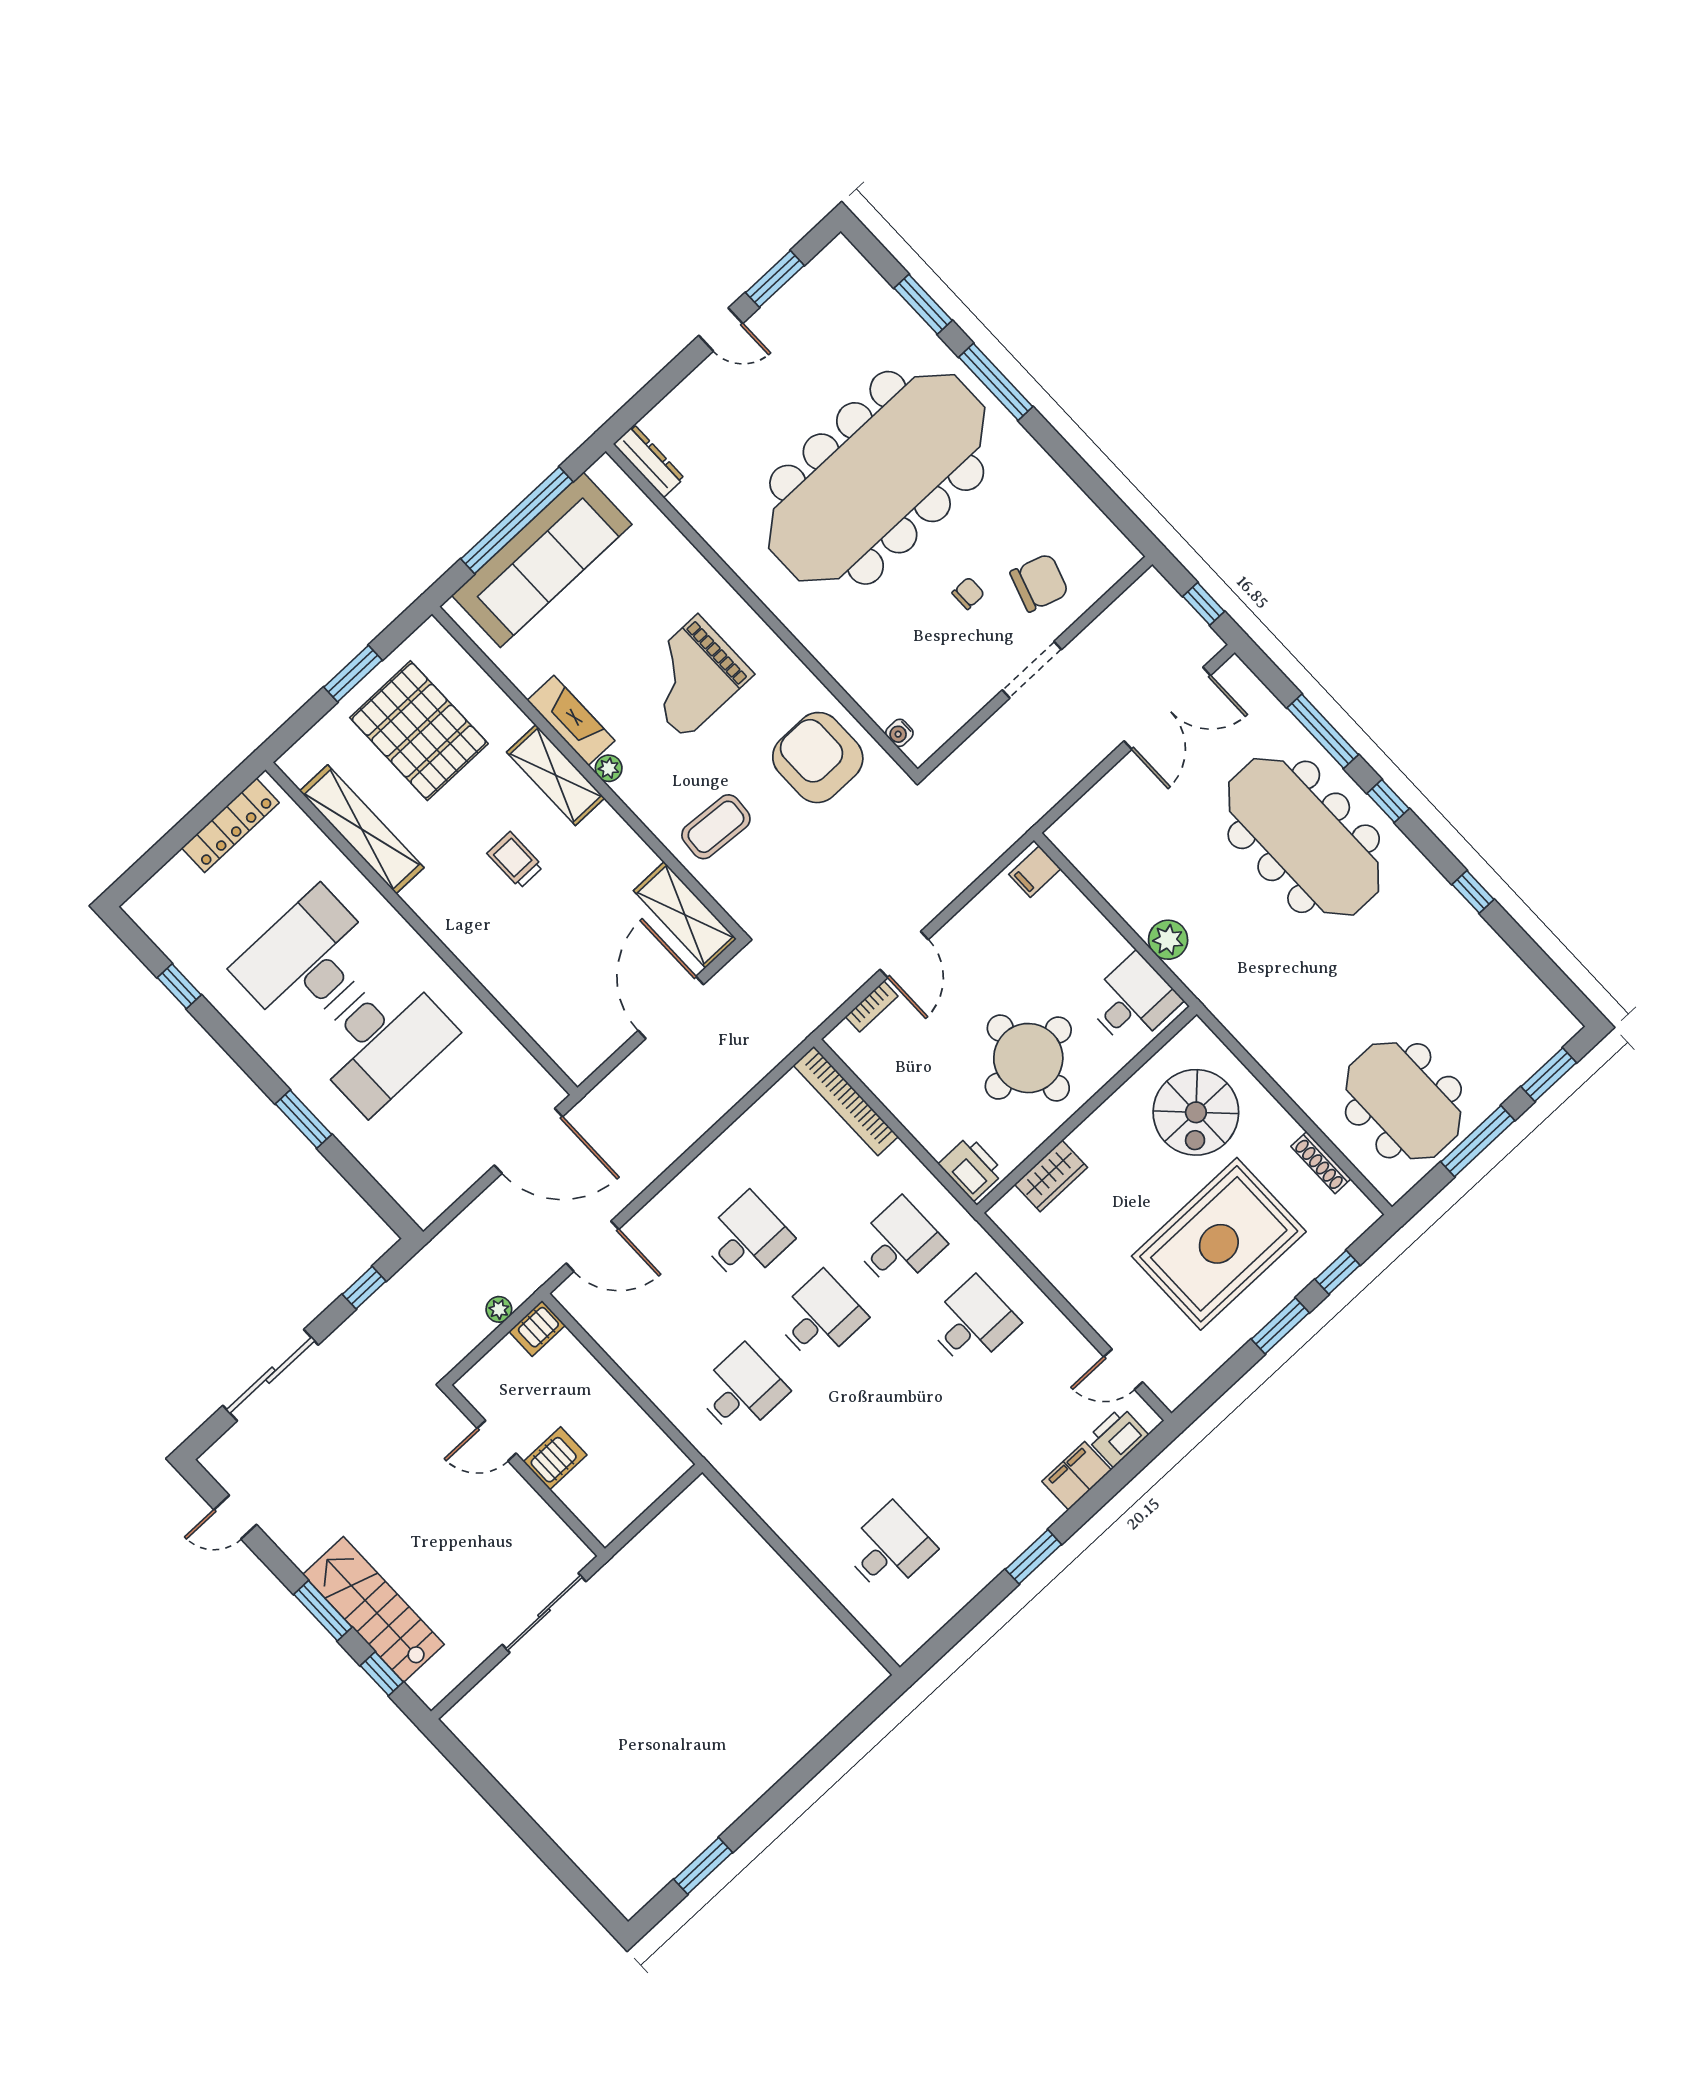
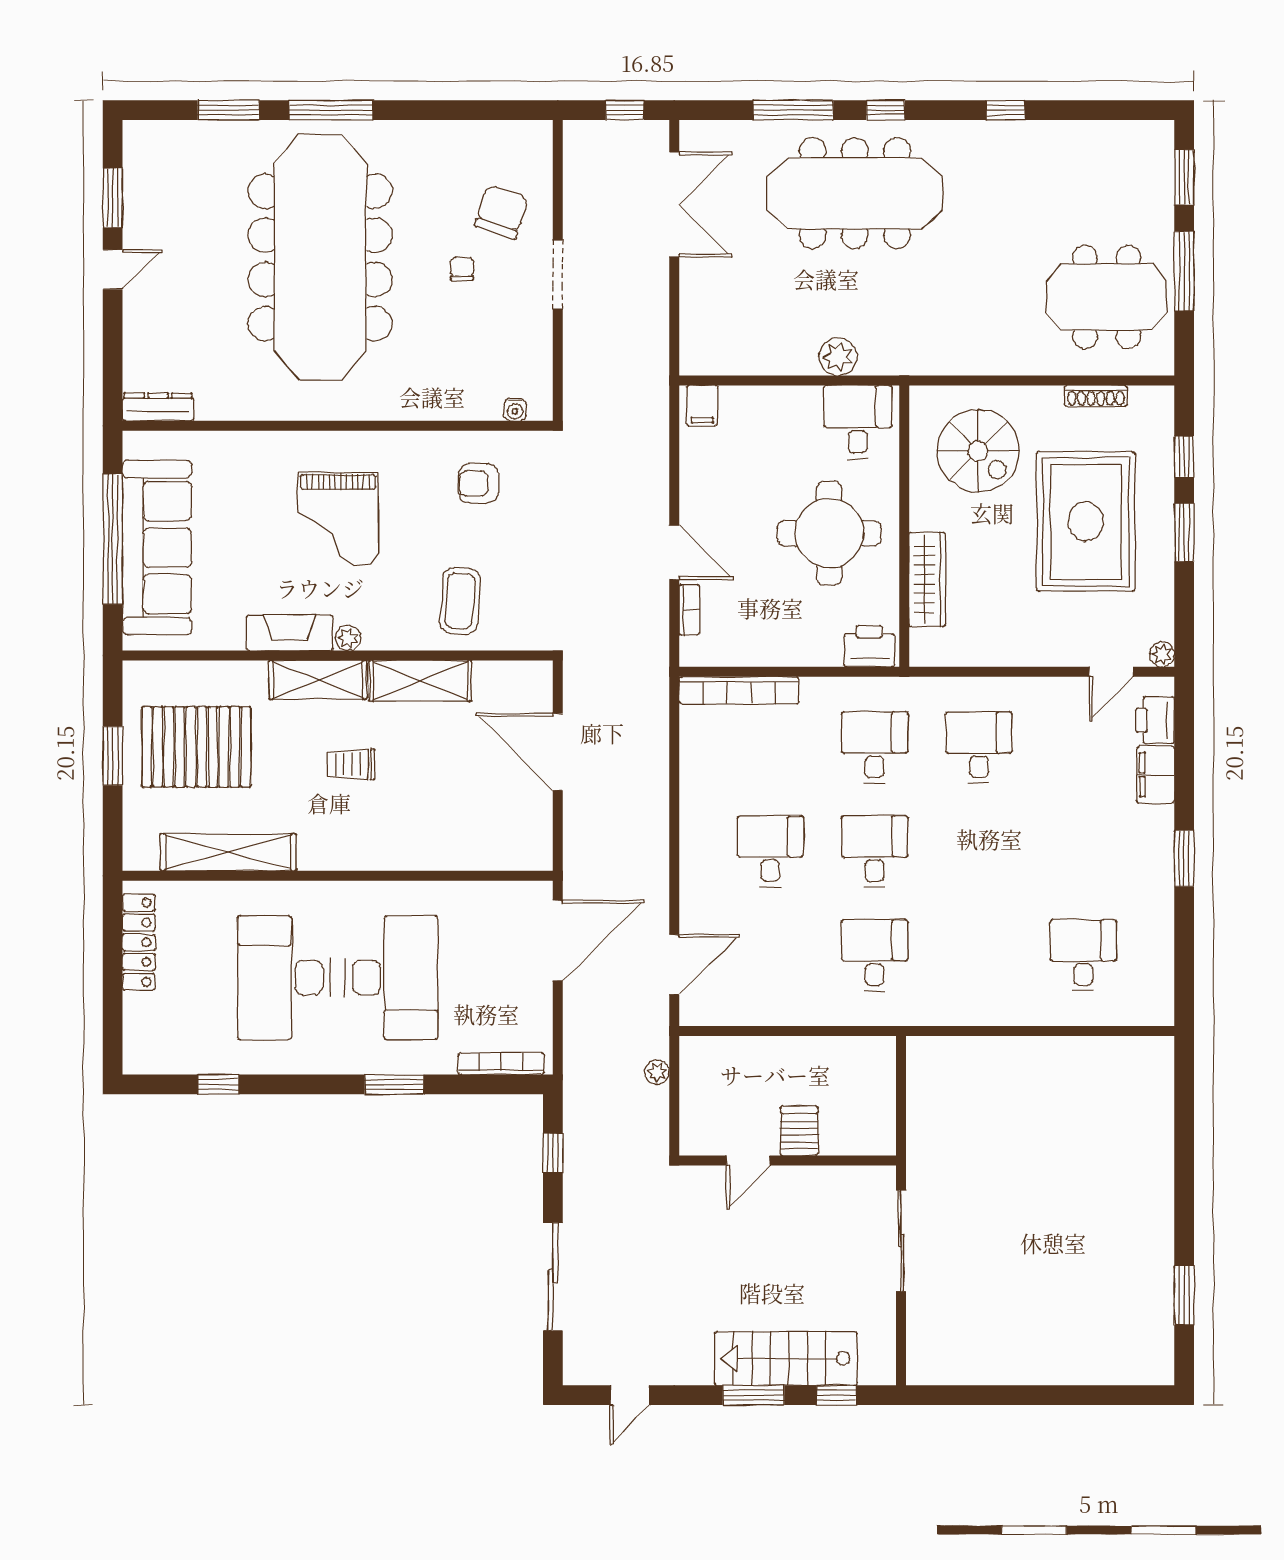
armchair: (818, 758) -> (478, 483), width x0.53, depth x0.53
shelving: (685, 915) -> (420, 681), moved
wardrobe: (1051, 1176) -> (927, 579), width x1.50
bookcase: (395, 1185) -> (501, 1064), added
server rack: (537, 1328) -> (696, 1058), removed
plant: (1172, 1395) -> (1162, 654), added

